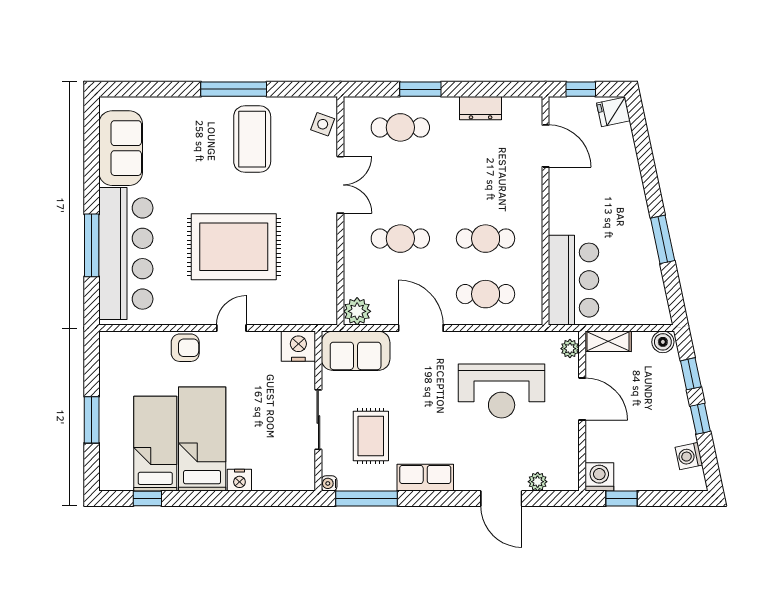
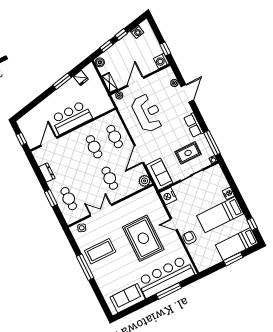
fridge: (613, 112) -> (81, 78), moved
bar counter: (573, 280) -> (71, 118), moved
bed: (155, 444) -> (237, 244), moved

